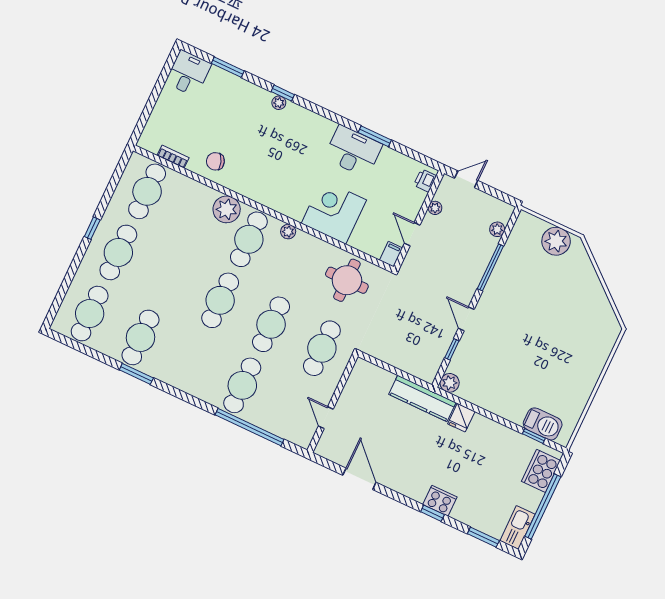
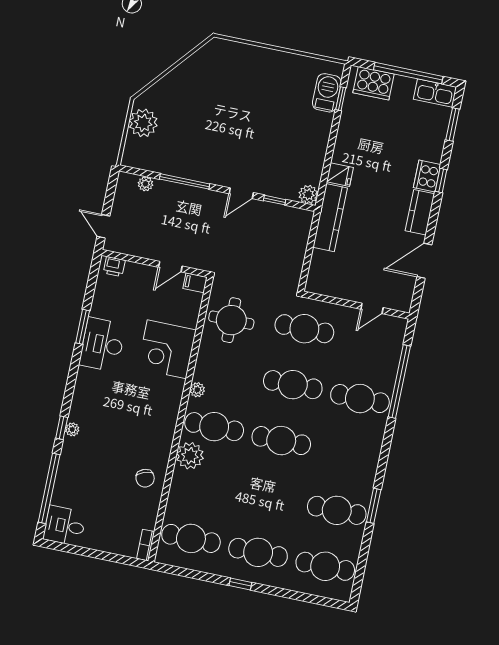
window: (228, 67) -> (49, 488), width x2.11
bookcase: (173, 157) -> (146, 545), moved
plant: (435, 208) -> (139, 250), removed
kitchen counter: (407, 486) -> (420, 212), added

